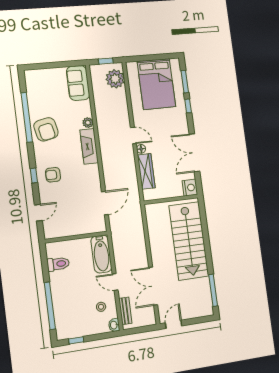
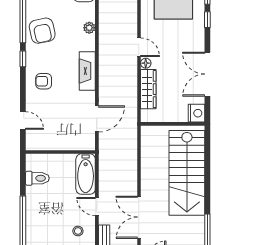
fireplace: (89, 146) -> (87, 71), moved
window: (34, 175) -> (23, 59), moved
door: (38, 213) -> (23, 120), hinge flipped

